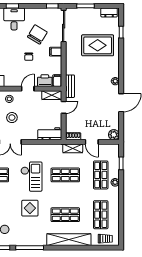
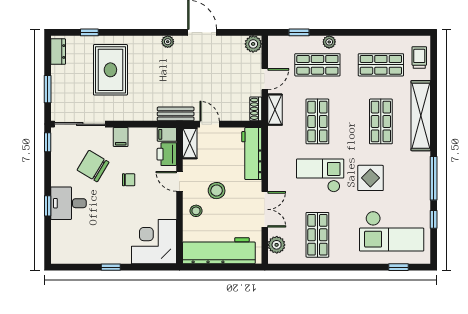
stool: (12, 118) -> (217, 191), moved
workbench: (50, 134) -> (252, 153), width x1.38

